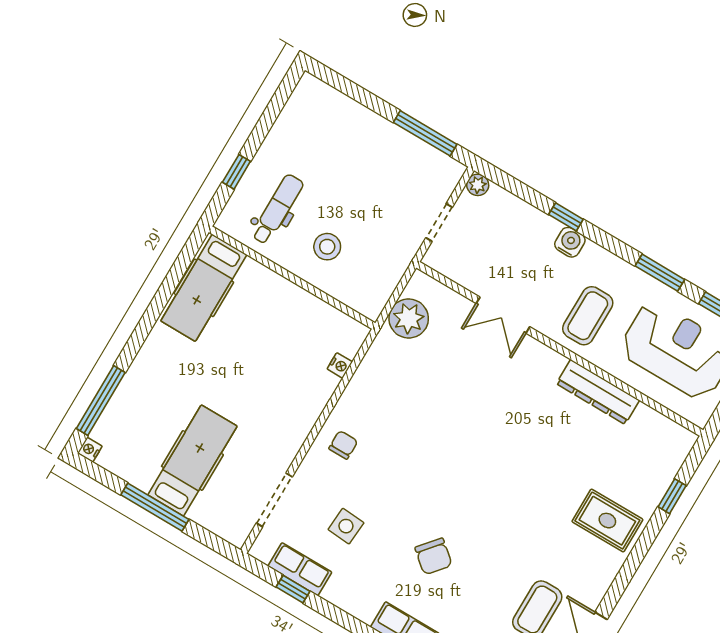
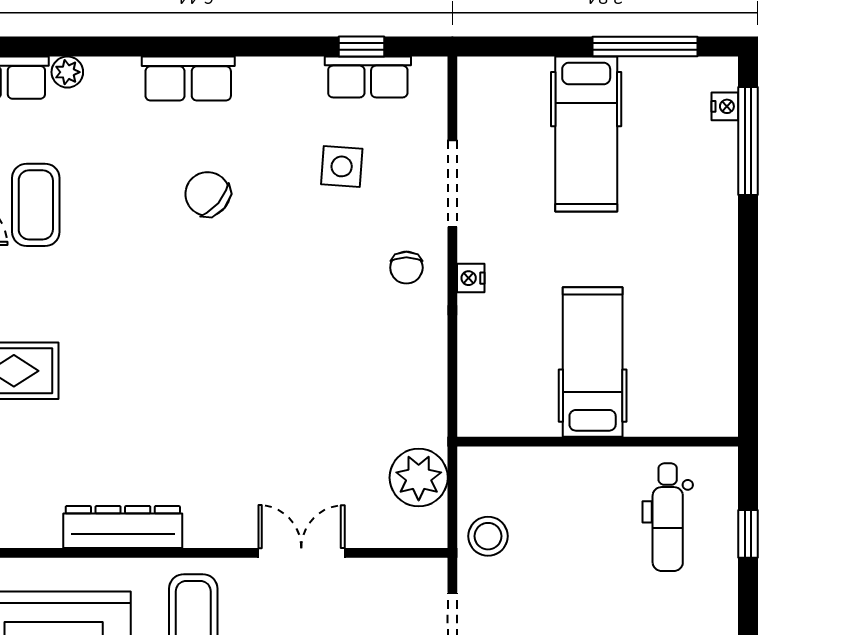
stool: (327, 247) -> (488, 536), moved
hospital bed: (204, 288) -> (593, 362), moved
nightstand: (340, 365) -> (471, 278), moved
nightstand: (90, 450) -> (725, 106), moved
doorway: (274, 500) -> (452, 184), moved
window: (155, 507) -> (645, 46), moved

